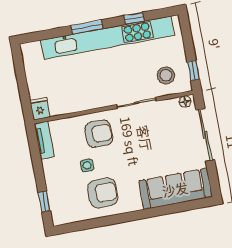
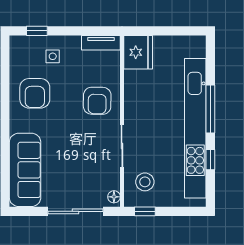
window: (87, 27) -> (210, 109), width x1.44
fridge: (40, 109) -> (138, 52), width x1.88, depth x1.34
side table: (87, 165) -> (53, 56), moved

